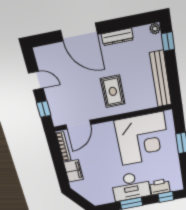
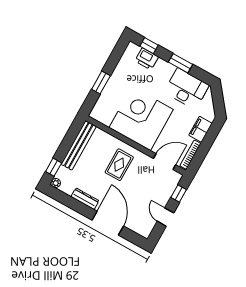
corner desk: (143, 139) -> (141, 119), moved
desk: (131, 186) -> (187, 89), moved

